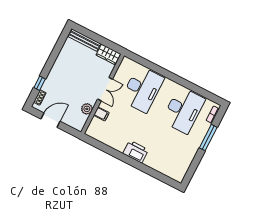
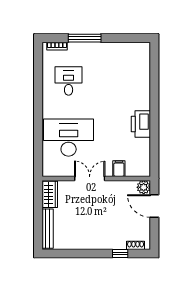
plant: (87, 109) -> (144, 187), moved
desk: (183, 110) -> (69, 81), width x0.53, depth x0.77
door: (51, 120) -> (154, 206), moved
printer: (136, 152) -> (141, 124), moved

